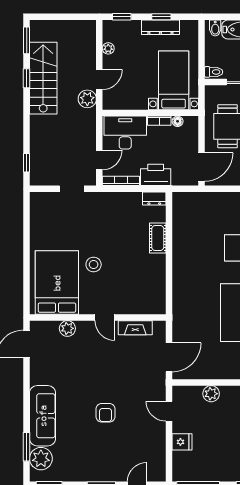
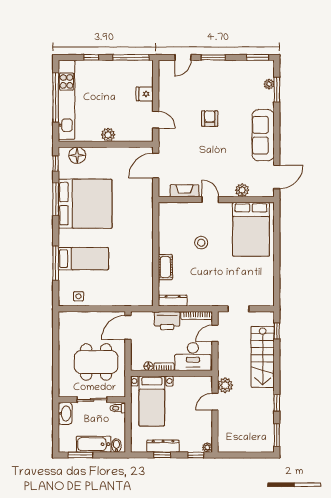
plant: (108, 48) -> (207, 447), moved
stairs: (43, 78) -> (263, 357), moved
dresser: (154, 199) -> (173, 301), width x1.44
stool: (94, 265) -> (201, 243), moved
plant: (211, 394) -> (108, 135), moved
sofa: (43, 416) -> (263, 135), moved
plant: (41, 459) -> (269, 84), width x0.53, depth x0.53

